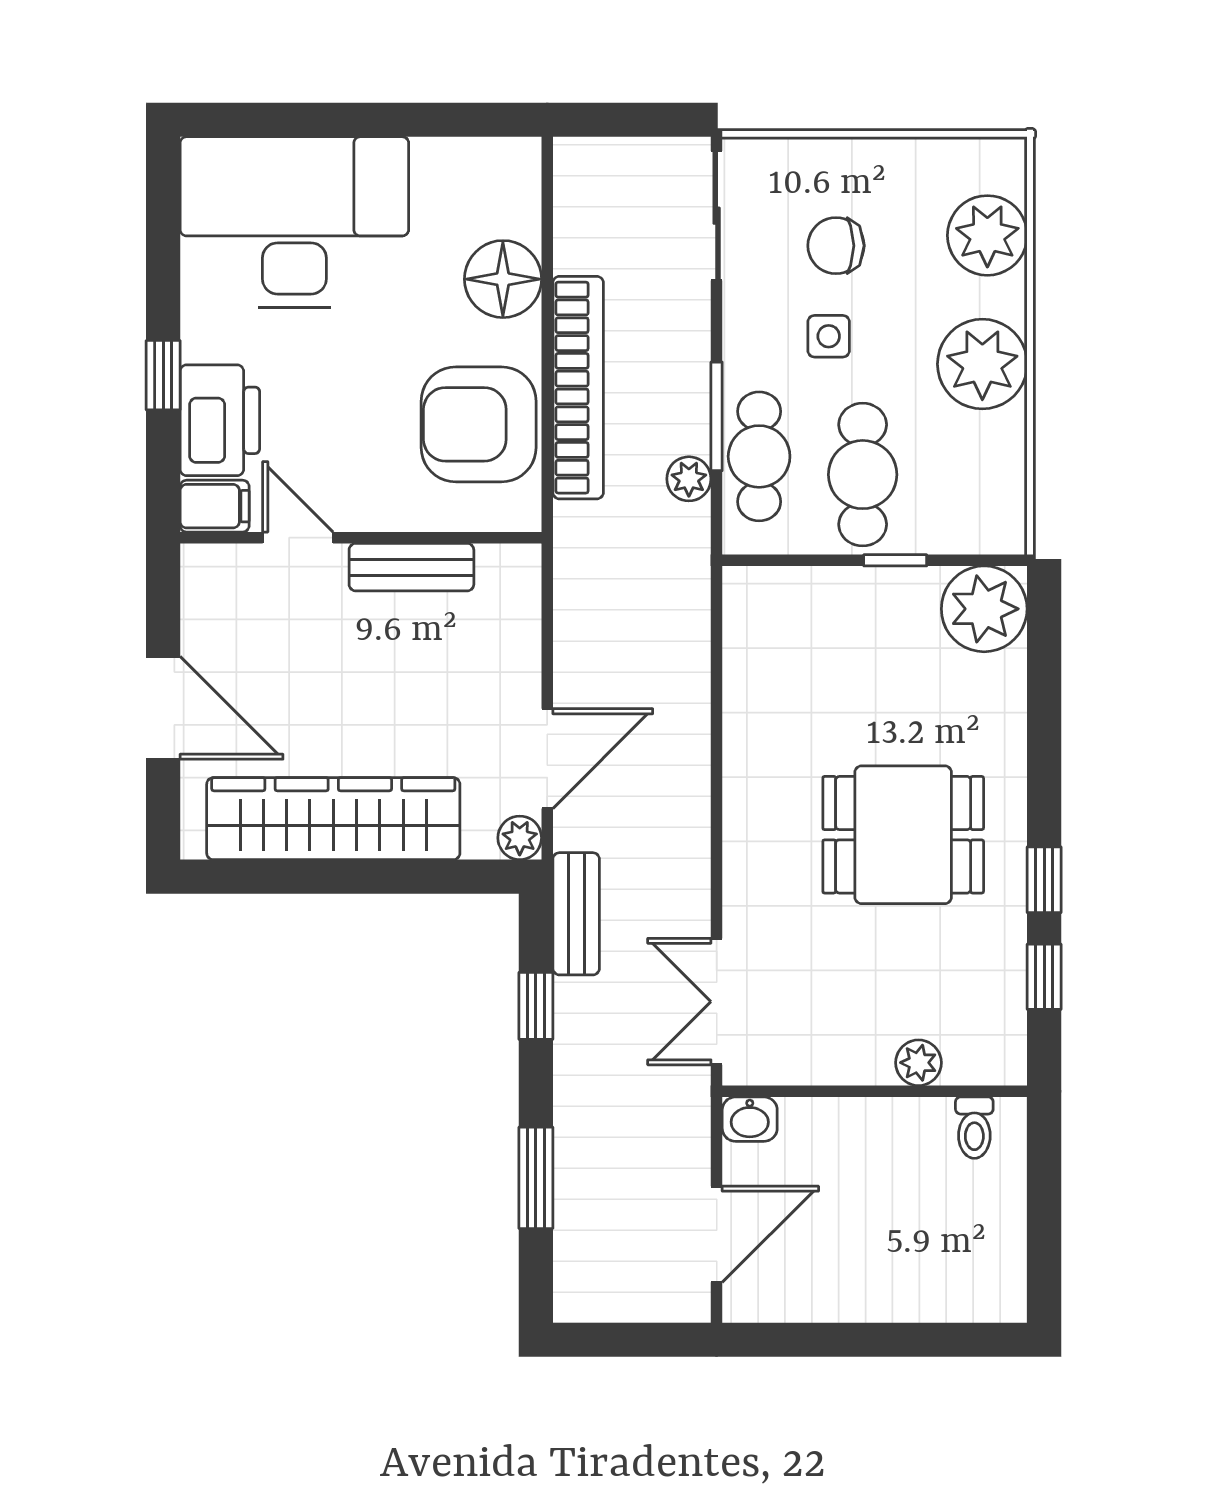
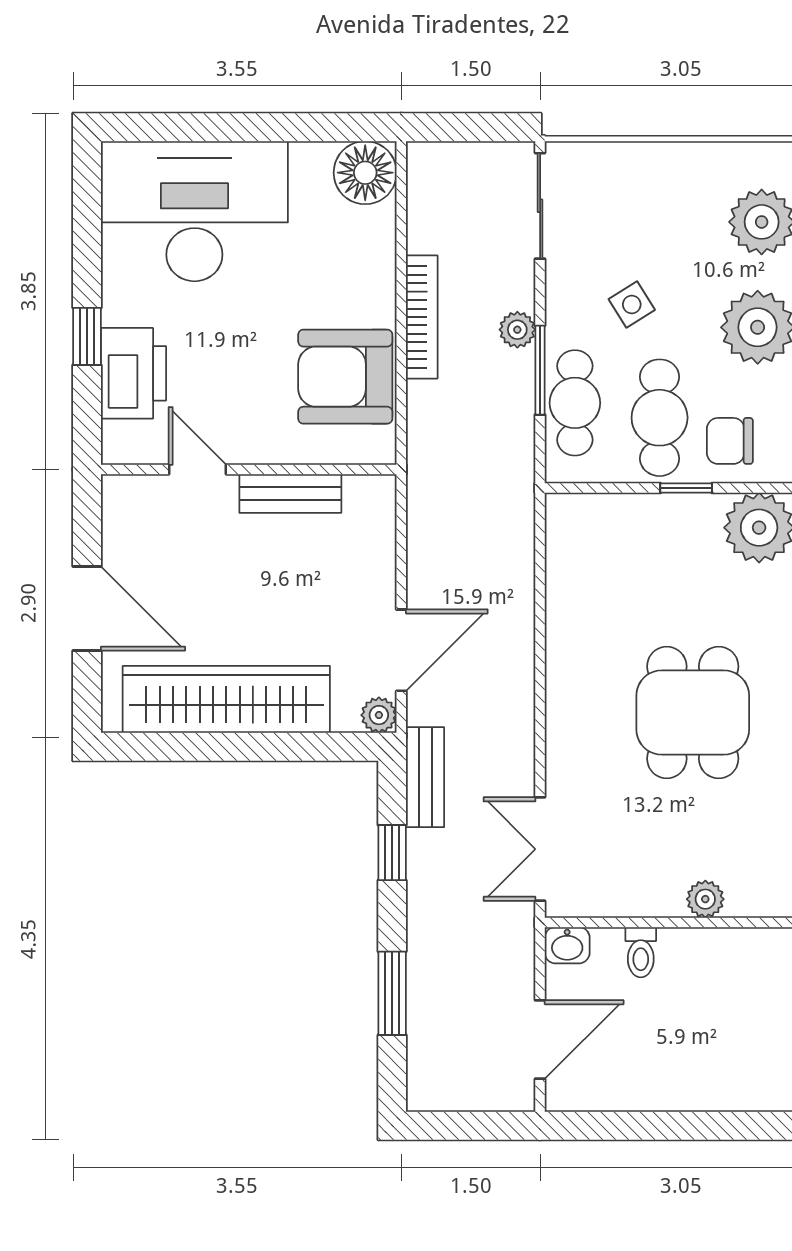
chair: (836, 246) -> (730, 441), moved
floor lamp: (503, 279) -> (365, 173), moved
side table: (829, 336) -> (632, 305), turned -32
bookcase: (578, 388) -> (422, 317), width x0.68, depth x0.76
plant: (689, 479) -> (517, 330), moved
filing cabinet: (215, 506) -> (129, 444), removed
dining table: (903, 835) -> (693, 712), turned 90
toilet: (974, 1128) -> (641, 952), moved

